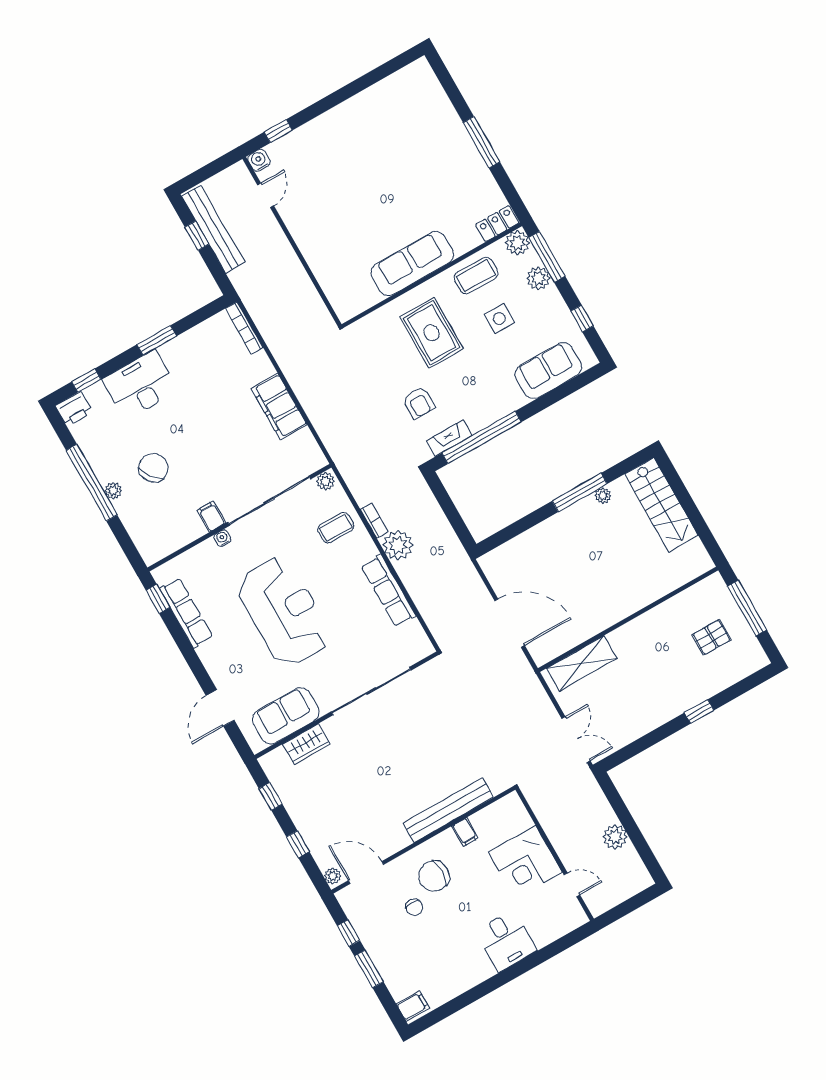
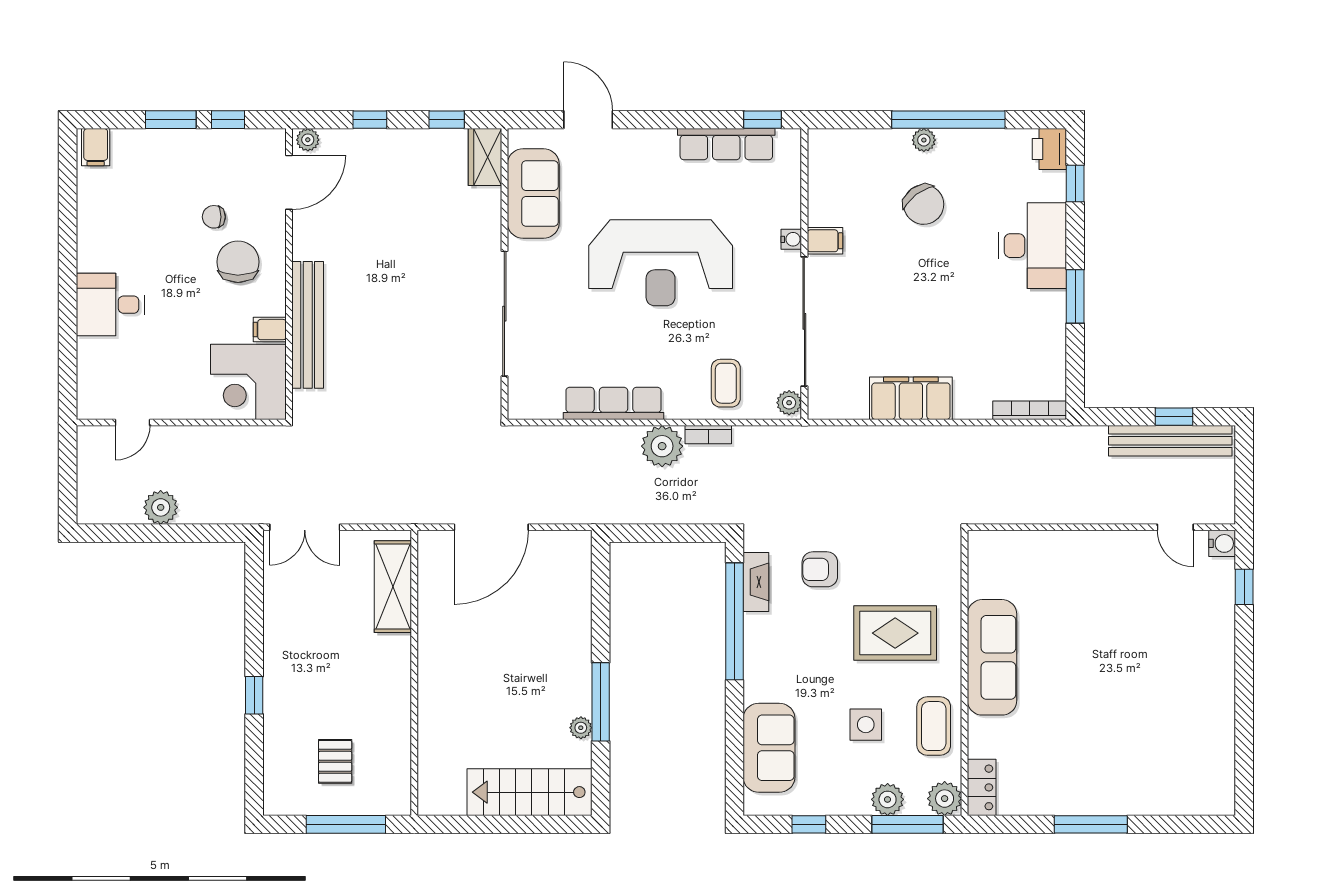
wardrobe: (306, 744) -> (485, 157), moved
corner desk: (525, 862) -> (248, 382), moved, turned -90

